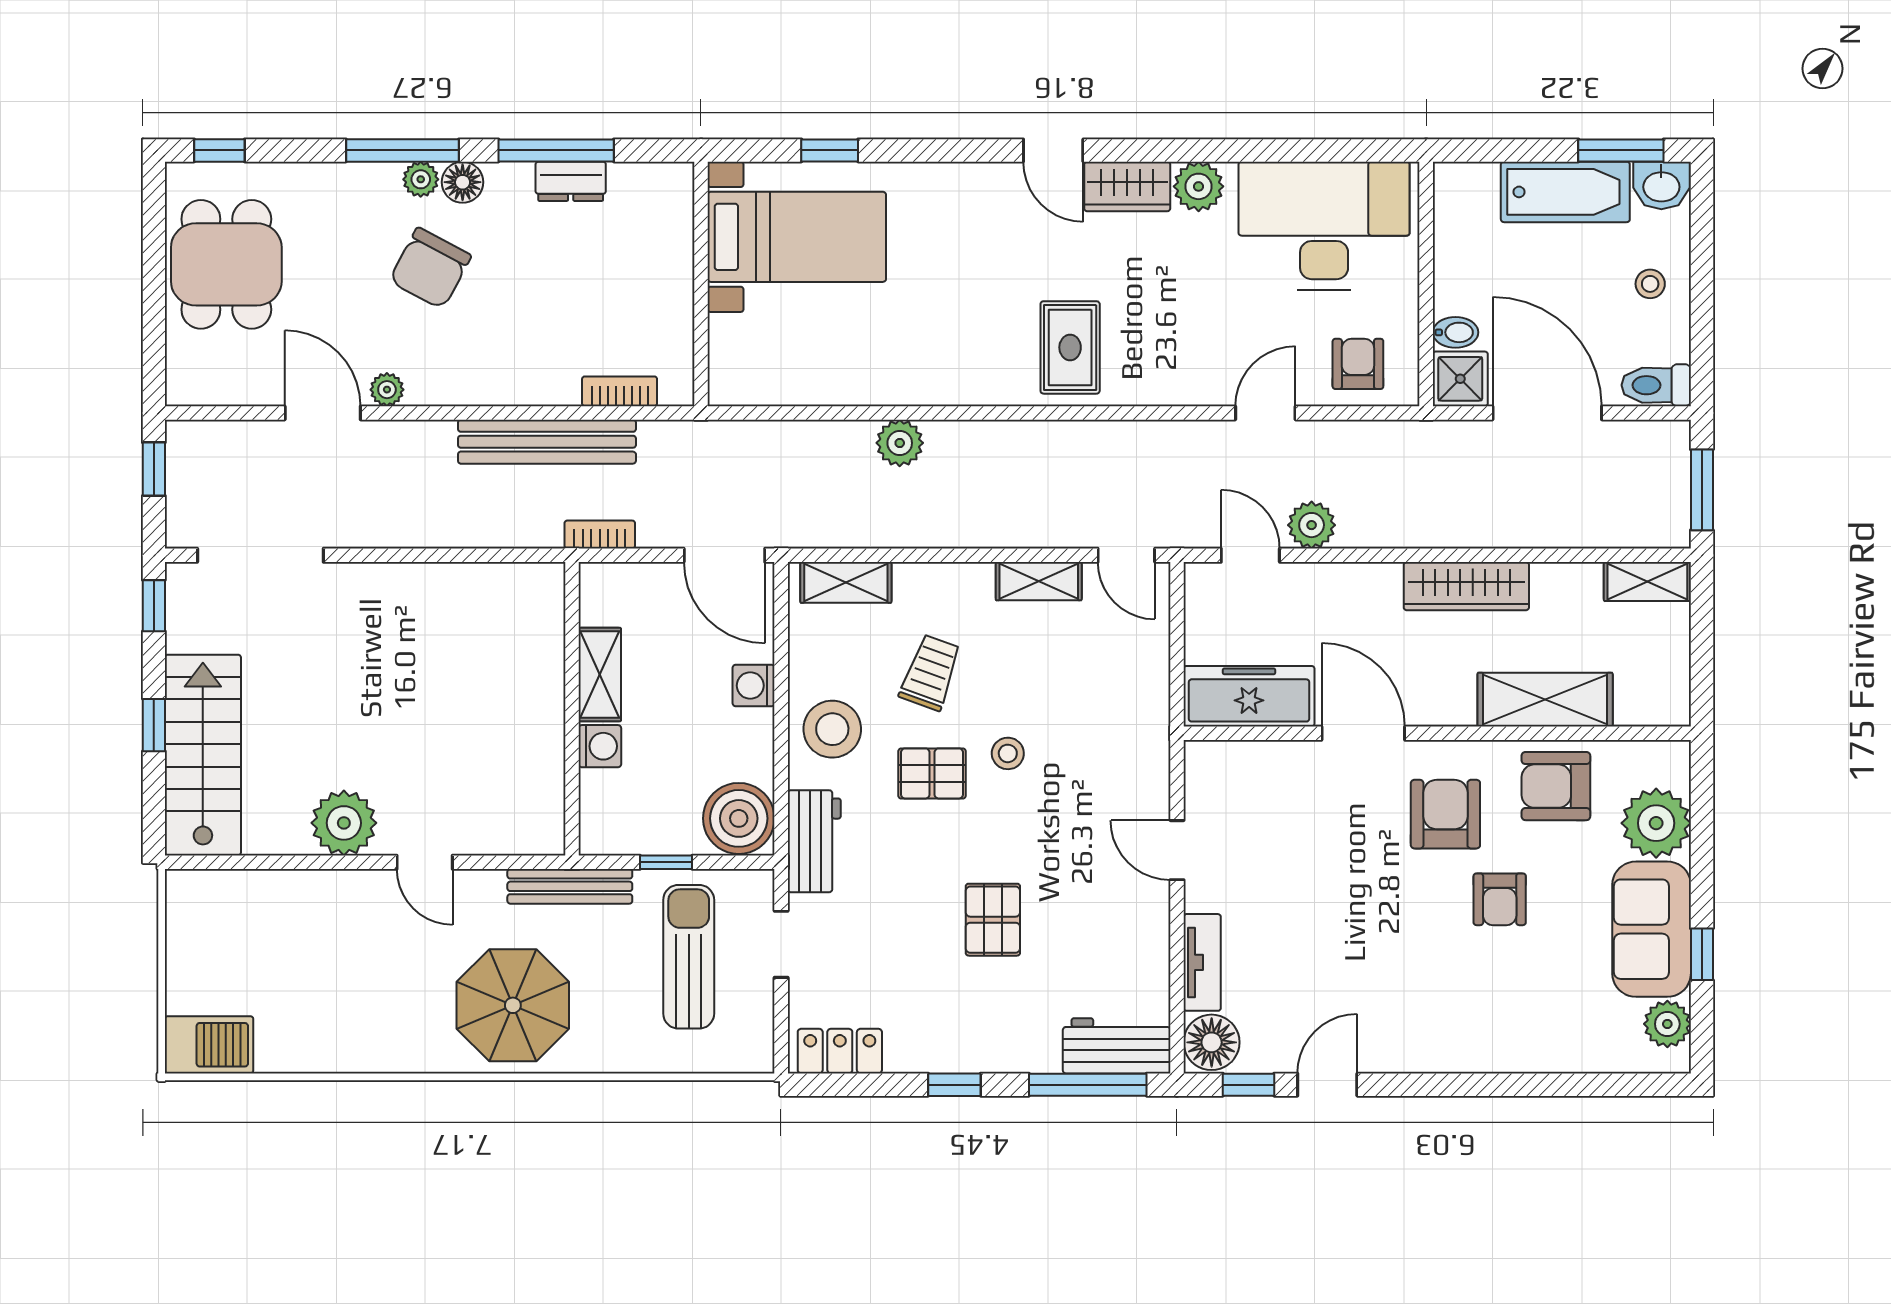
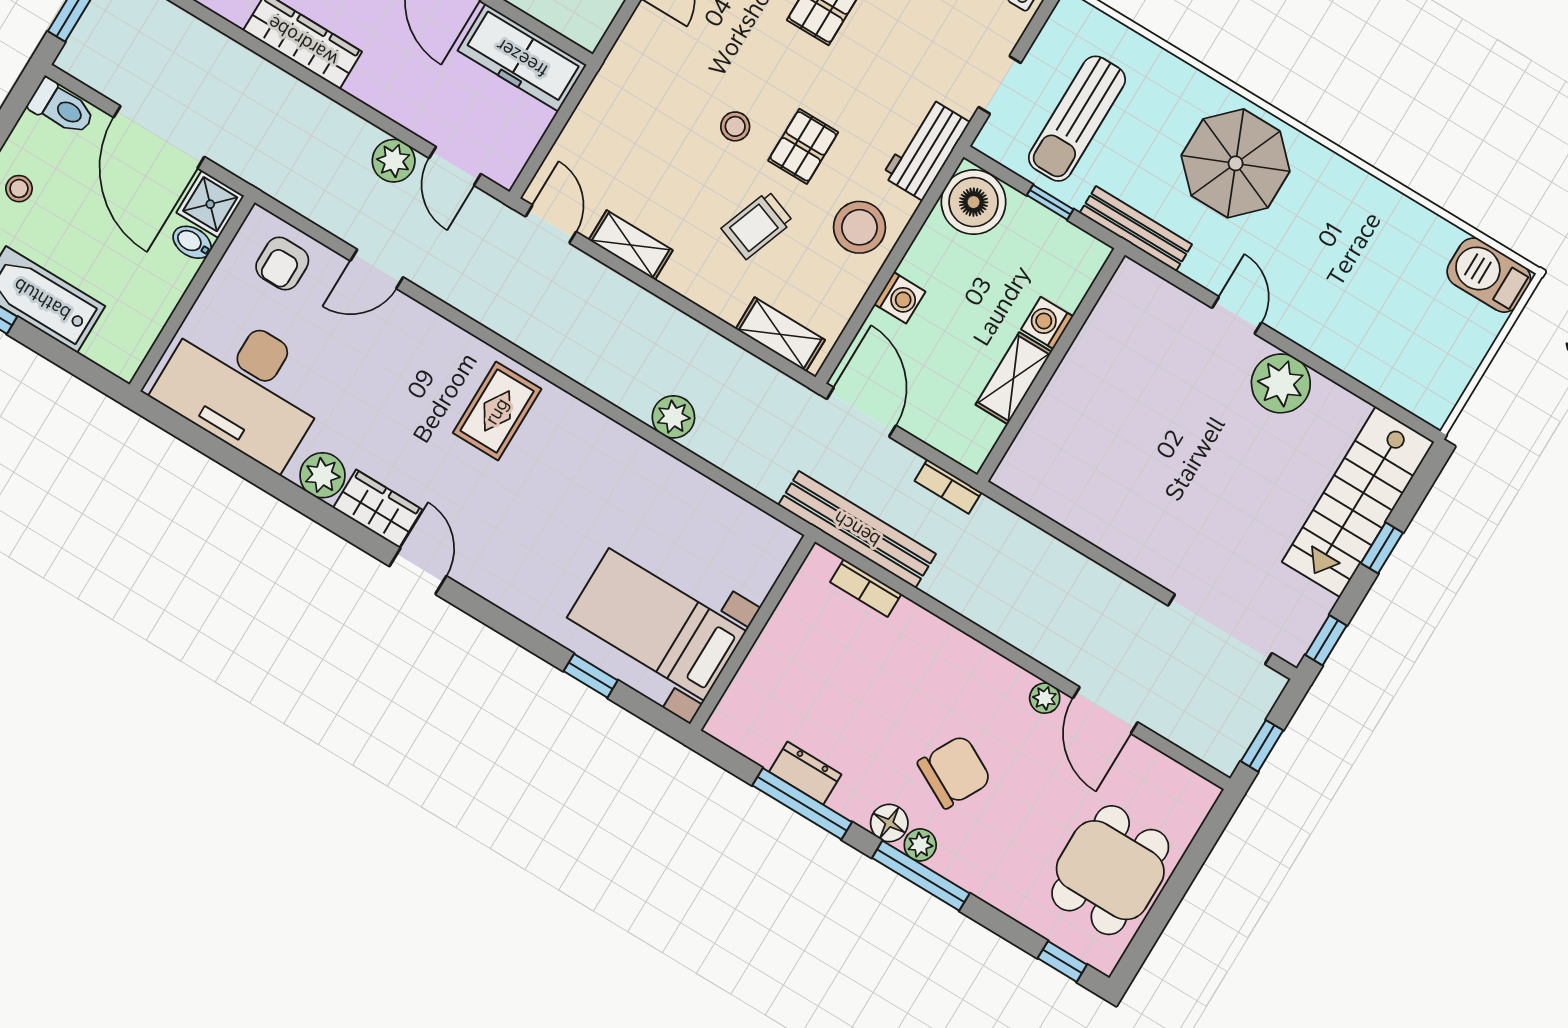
bench: (547, 442) -> (857, 529), moved
pallet: (932, 773) -> (803, 146), turned 90

